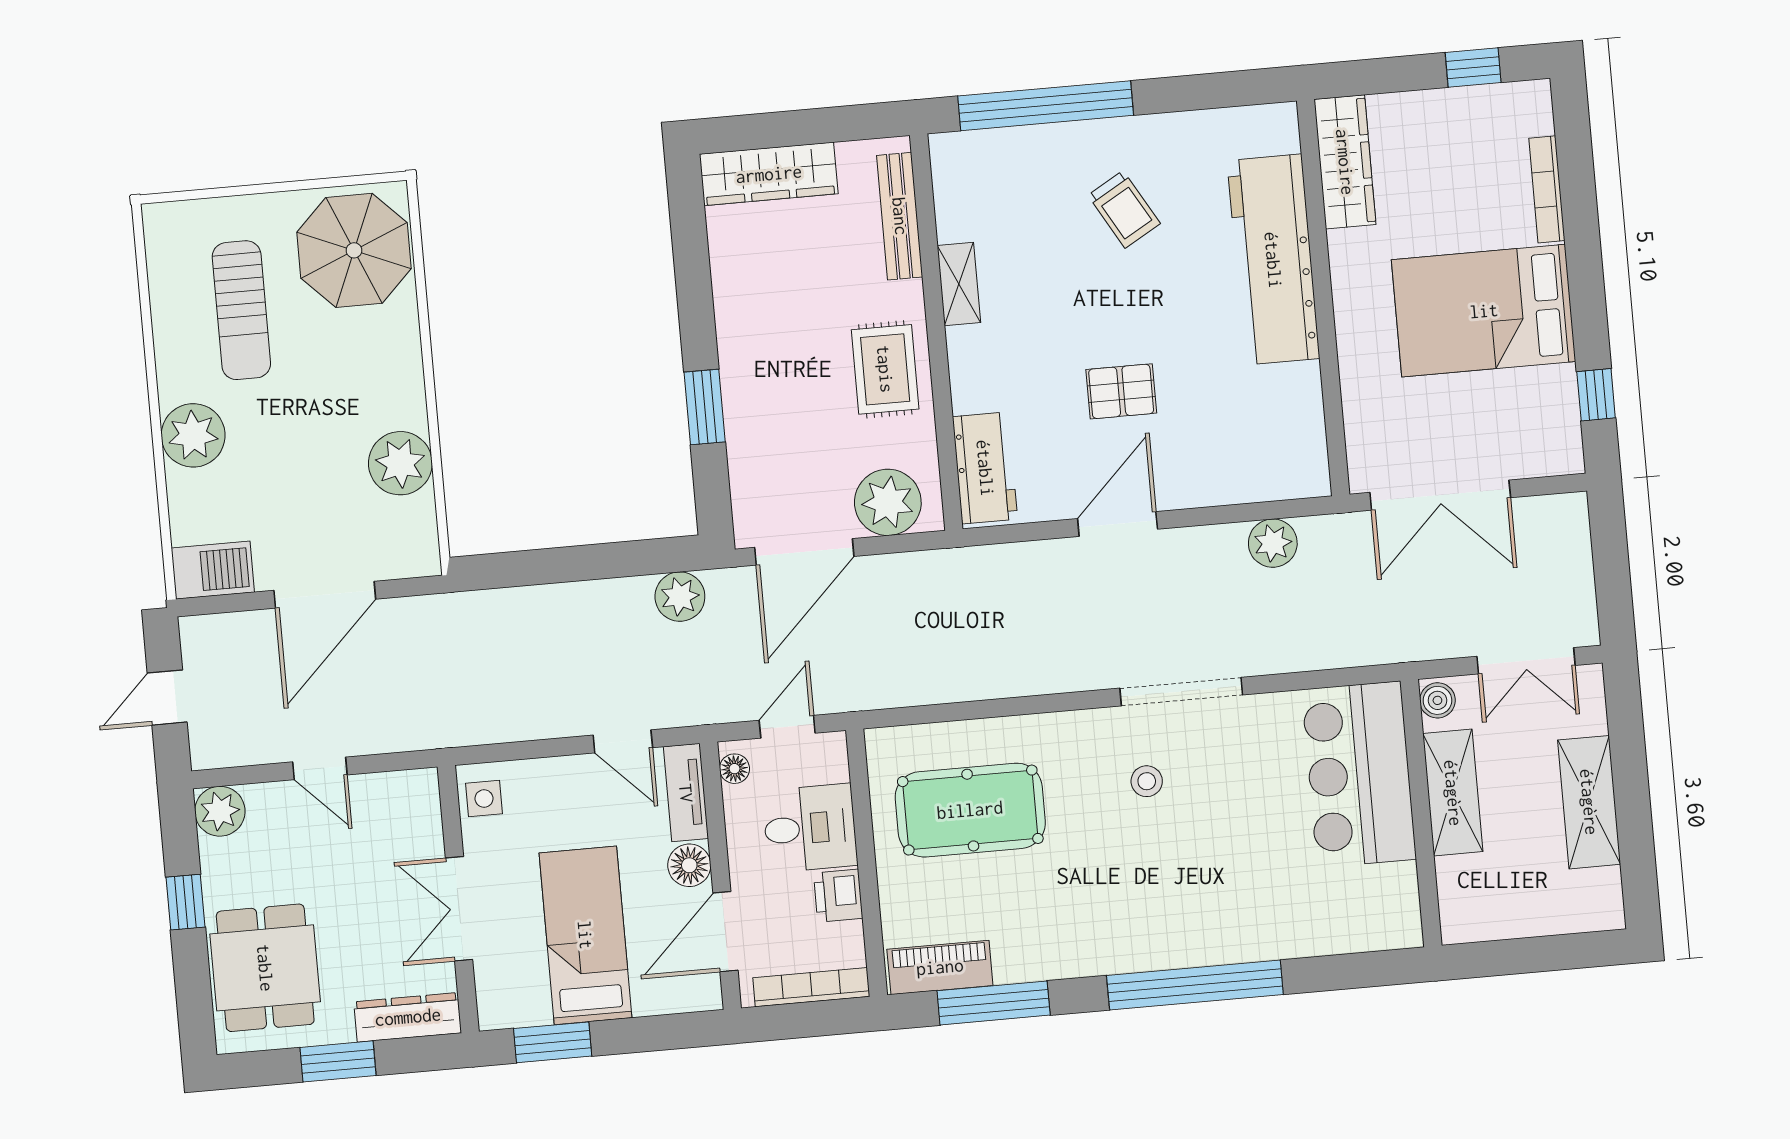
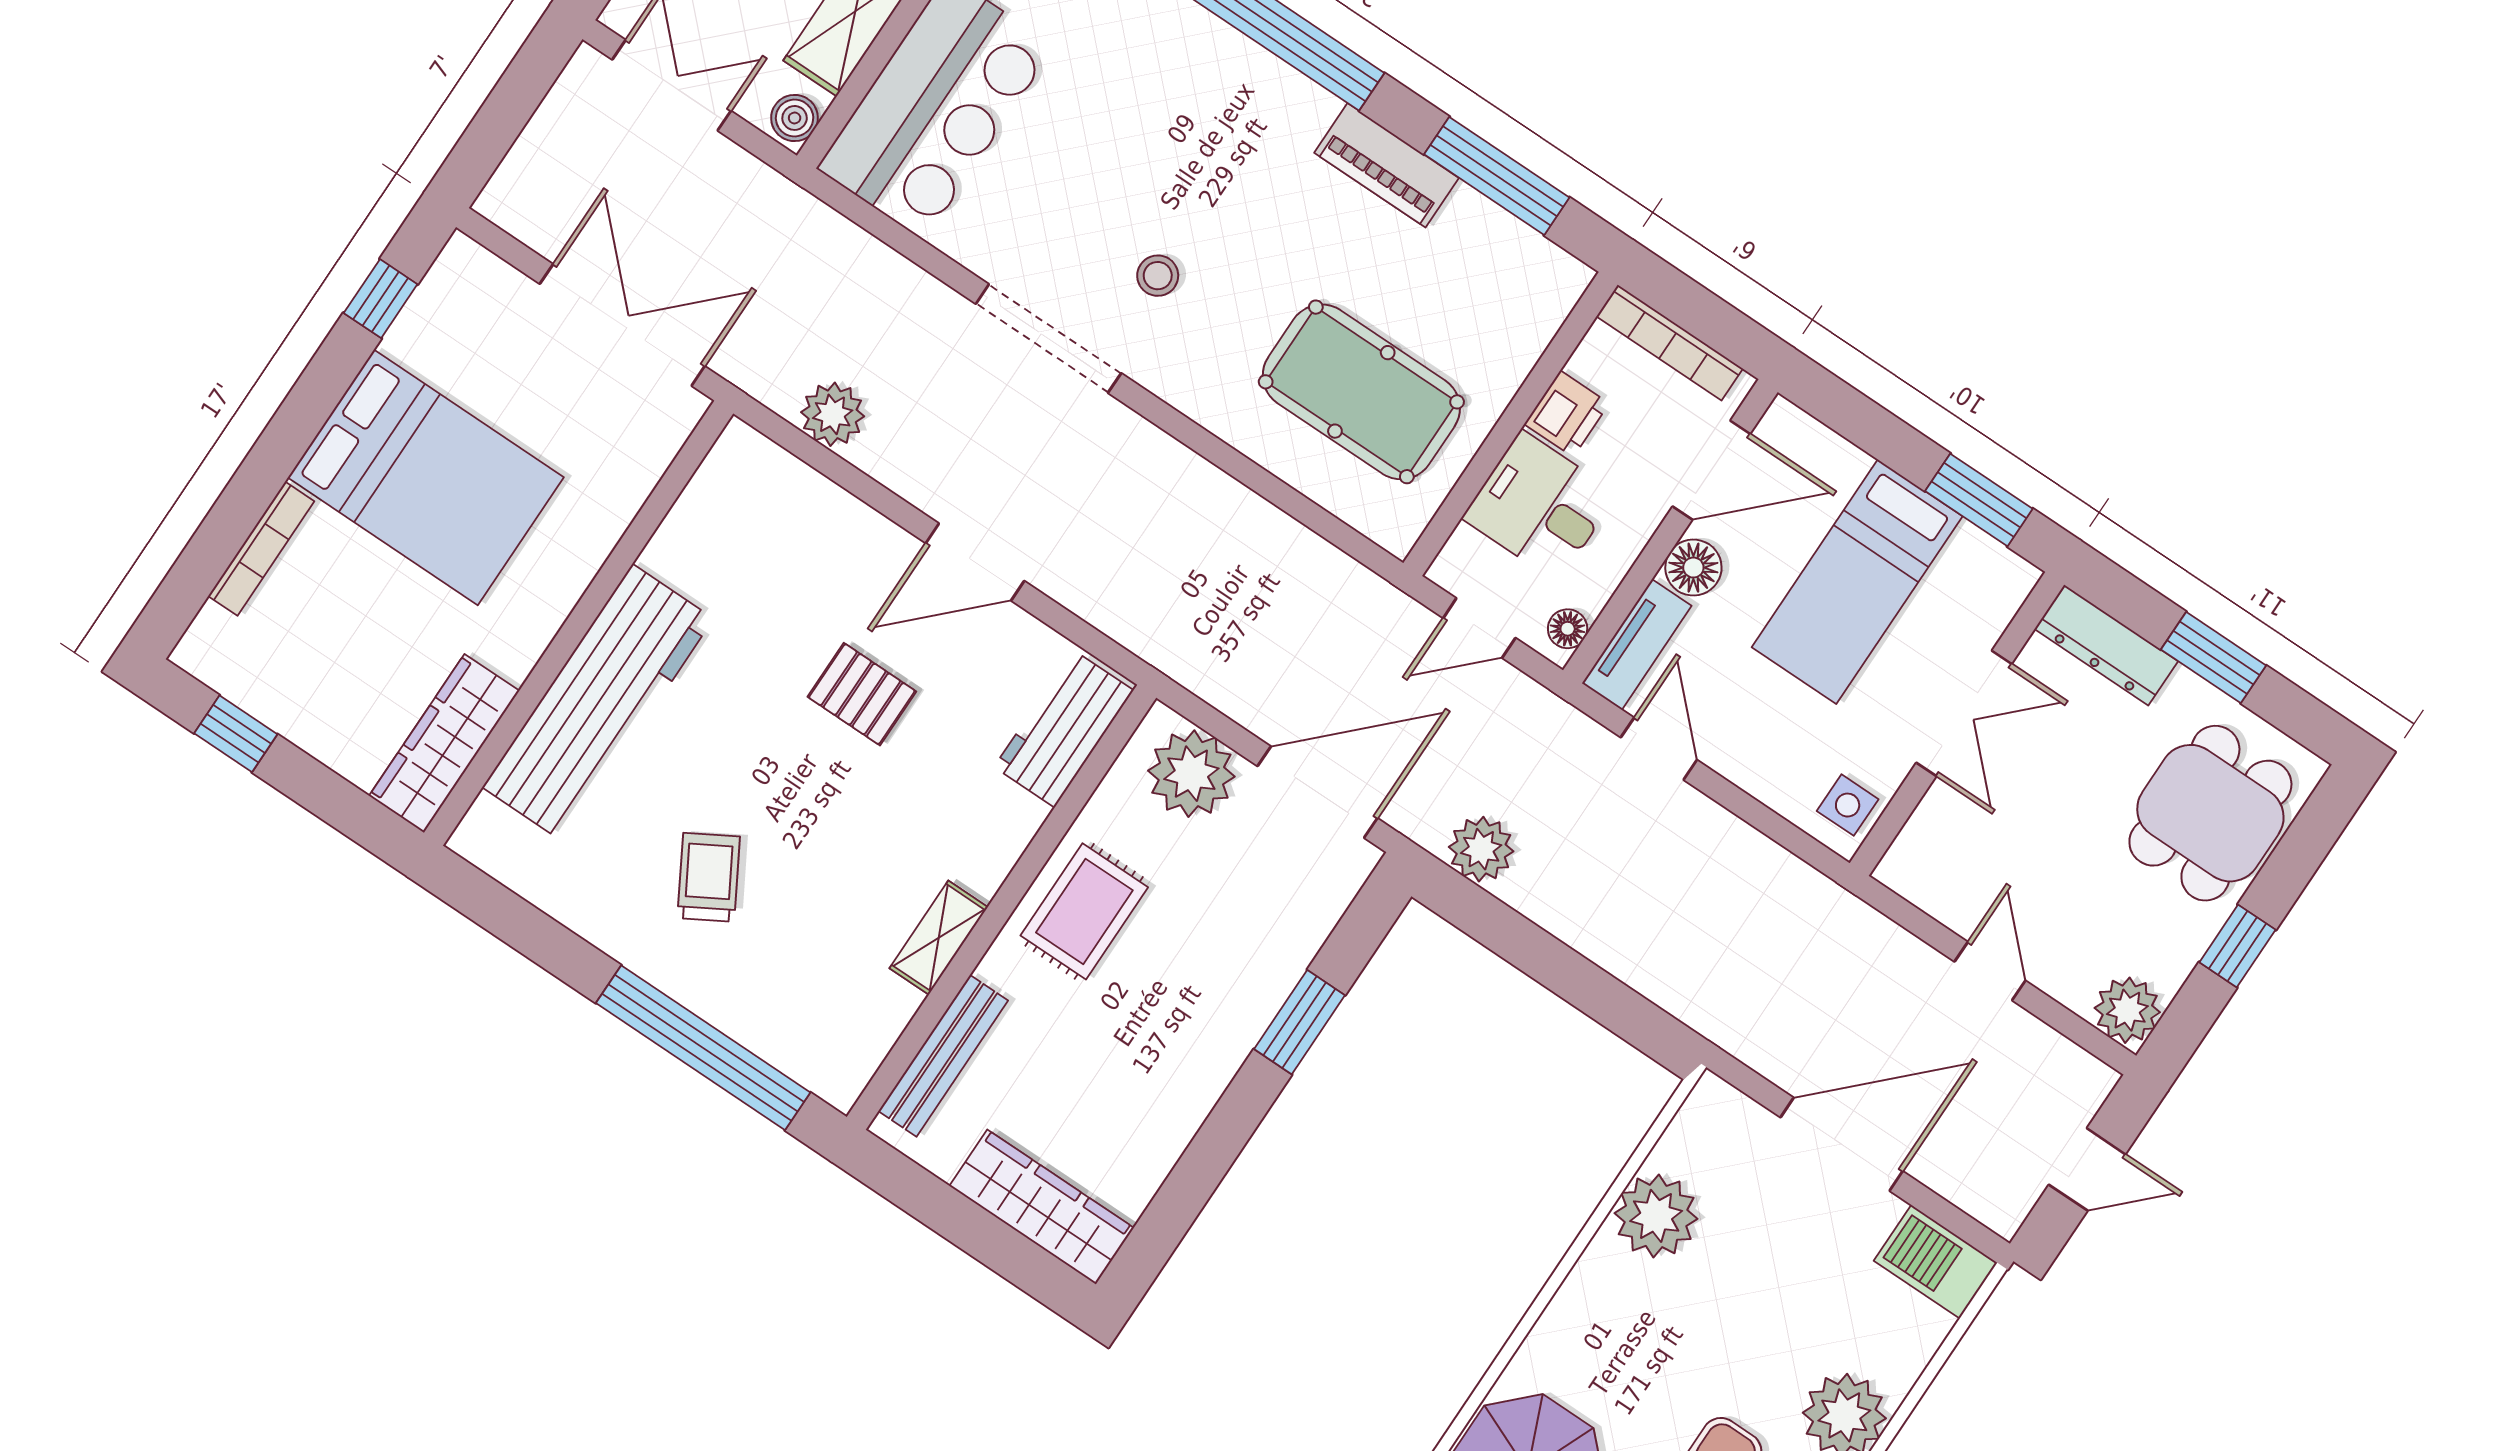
piano: (940, 967) -> (1387, 165), moved

